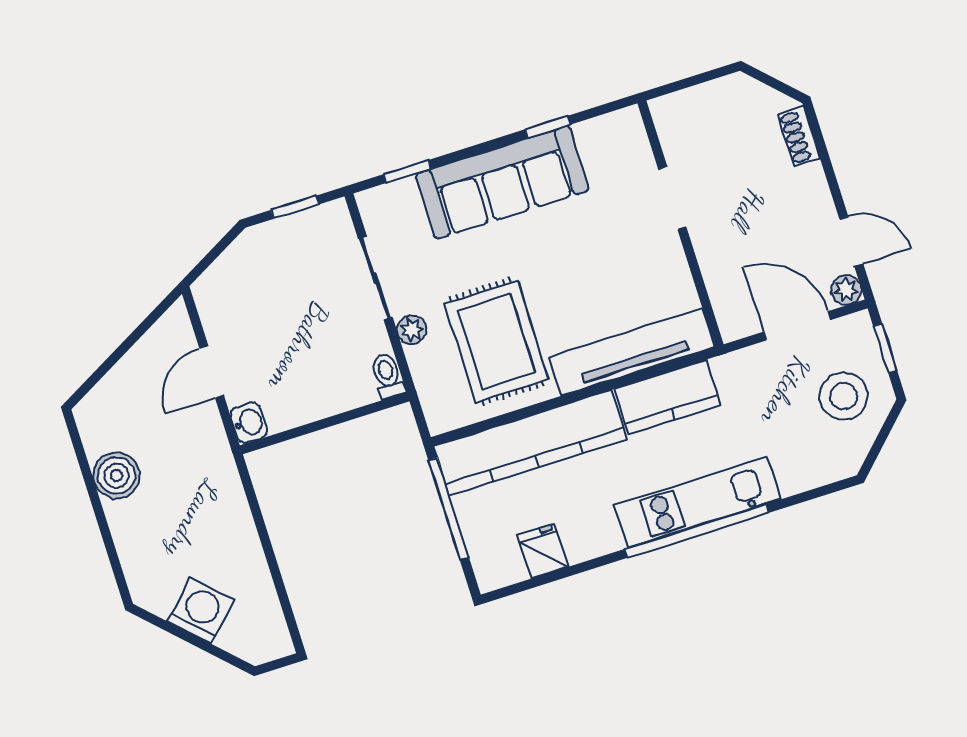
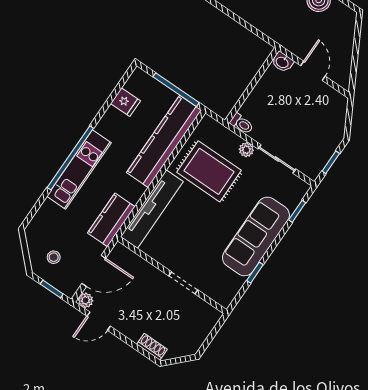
stool: (844, 396) -> (54, 257), width x0.53, depth x0.53
kitchen counter: (668, 397) -> (111, 220), moved

